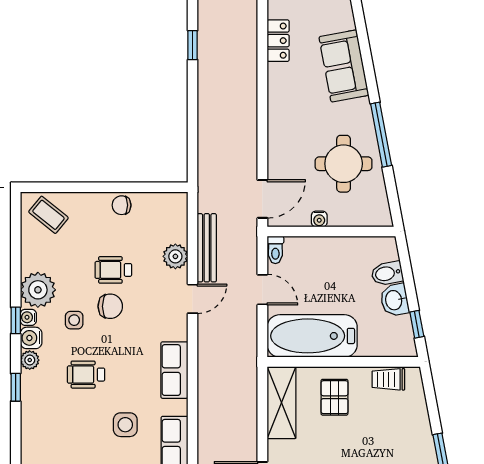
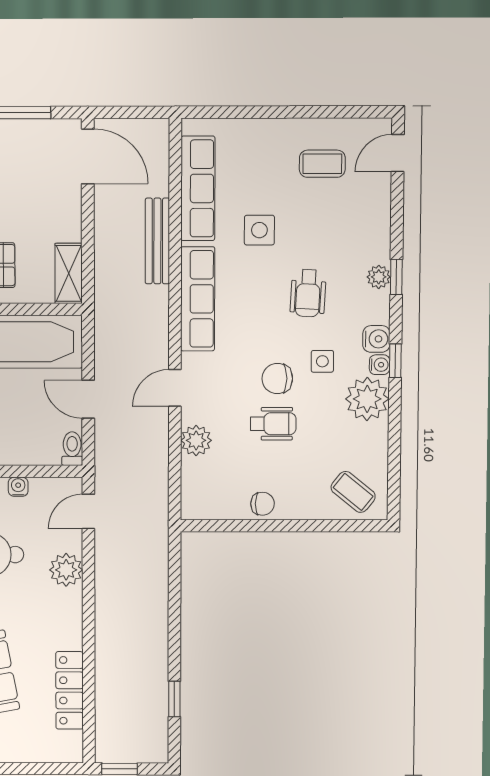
locker: (278, 41) -> (70, 690), width x1.53
plant: (281, 151) -> (66, 570), added
door: (262, 199) -> (88, 511), width x0.73
bench: (207, 248) -> (157, 241), moved
plant: (30, 360) -> (379, 277), moved
row of seats: (174, 370) -> (198, 299), width x1.48
wheelchair: (86, 375) -> (308, 293), turned 93
shelving: (281, 403) -> (69, 273), width x0.67, depth x0.75

